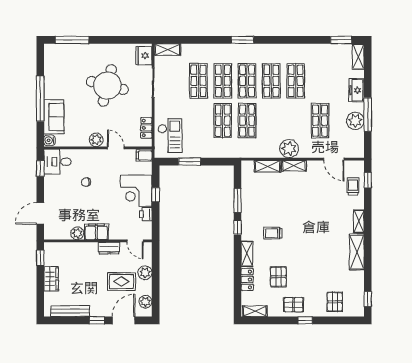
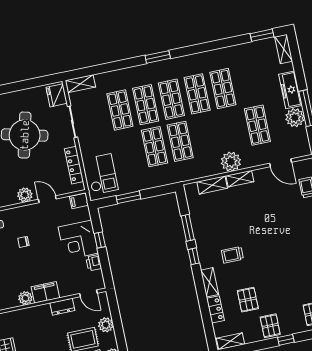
freezer: (356, 90) -> (290, 90), width x1.40
locker: (146, 128) -> (74, 165), width x1.53
pallet: (294, 305) -> (270, 326), turned 90

